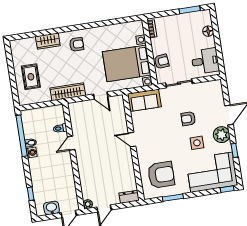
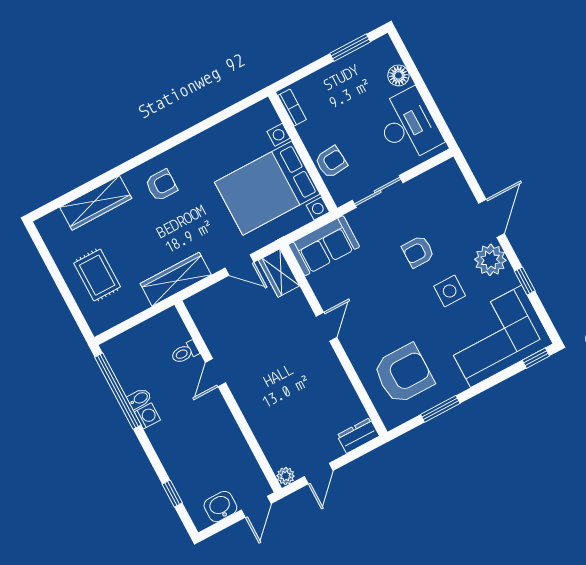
wardrobe: (48, 41) -> (96, 203), width x1.50
desk: (205, 61) -> (408, 125), width x1.37
wardrobe: (118, 106) -> (279, 273), added
door: (132, 140) -> (327, 327), swing flipped

